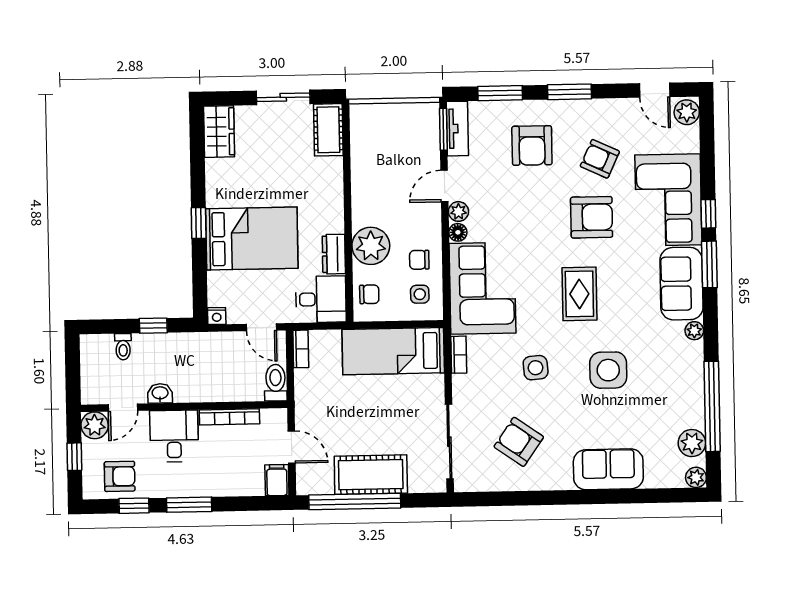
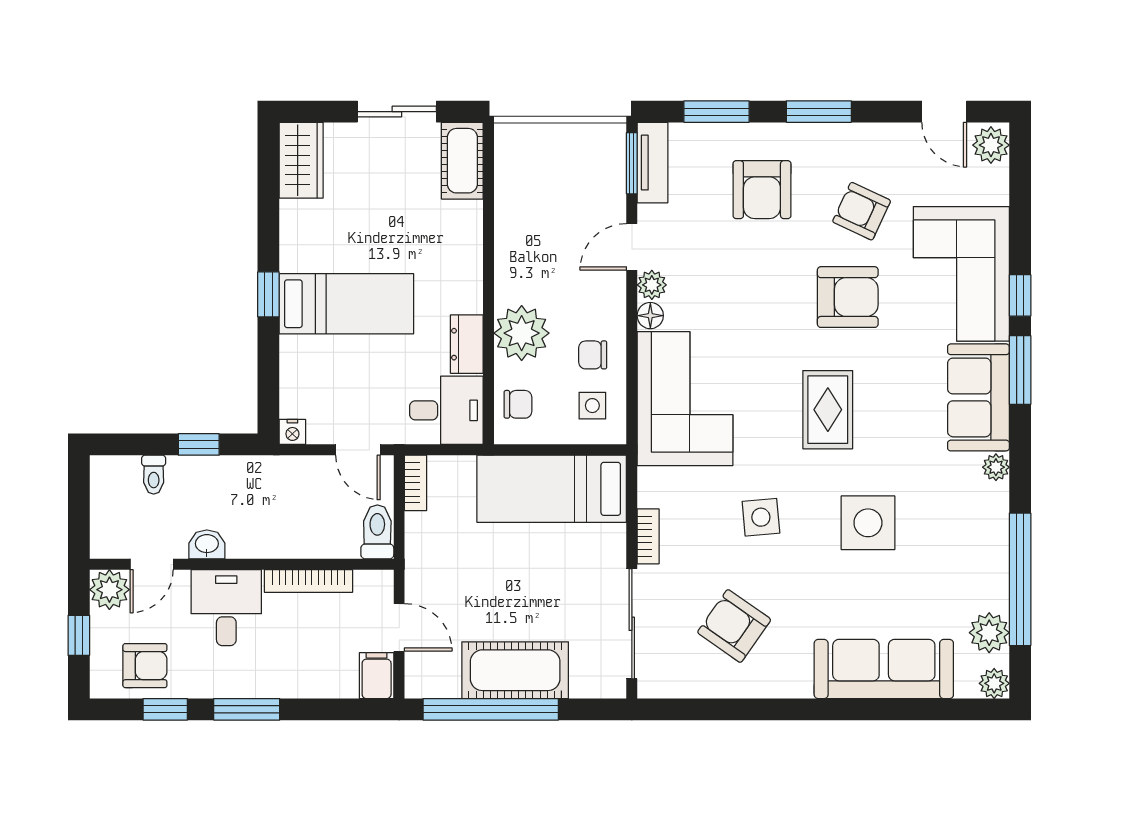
bed: (252, 239) -> (346, 304), width x0.67
bookcase: (459, 355) -> (648, 536), moved
sofa: (608, 469) -> (884, 669), width x1.36

